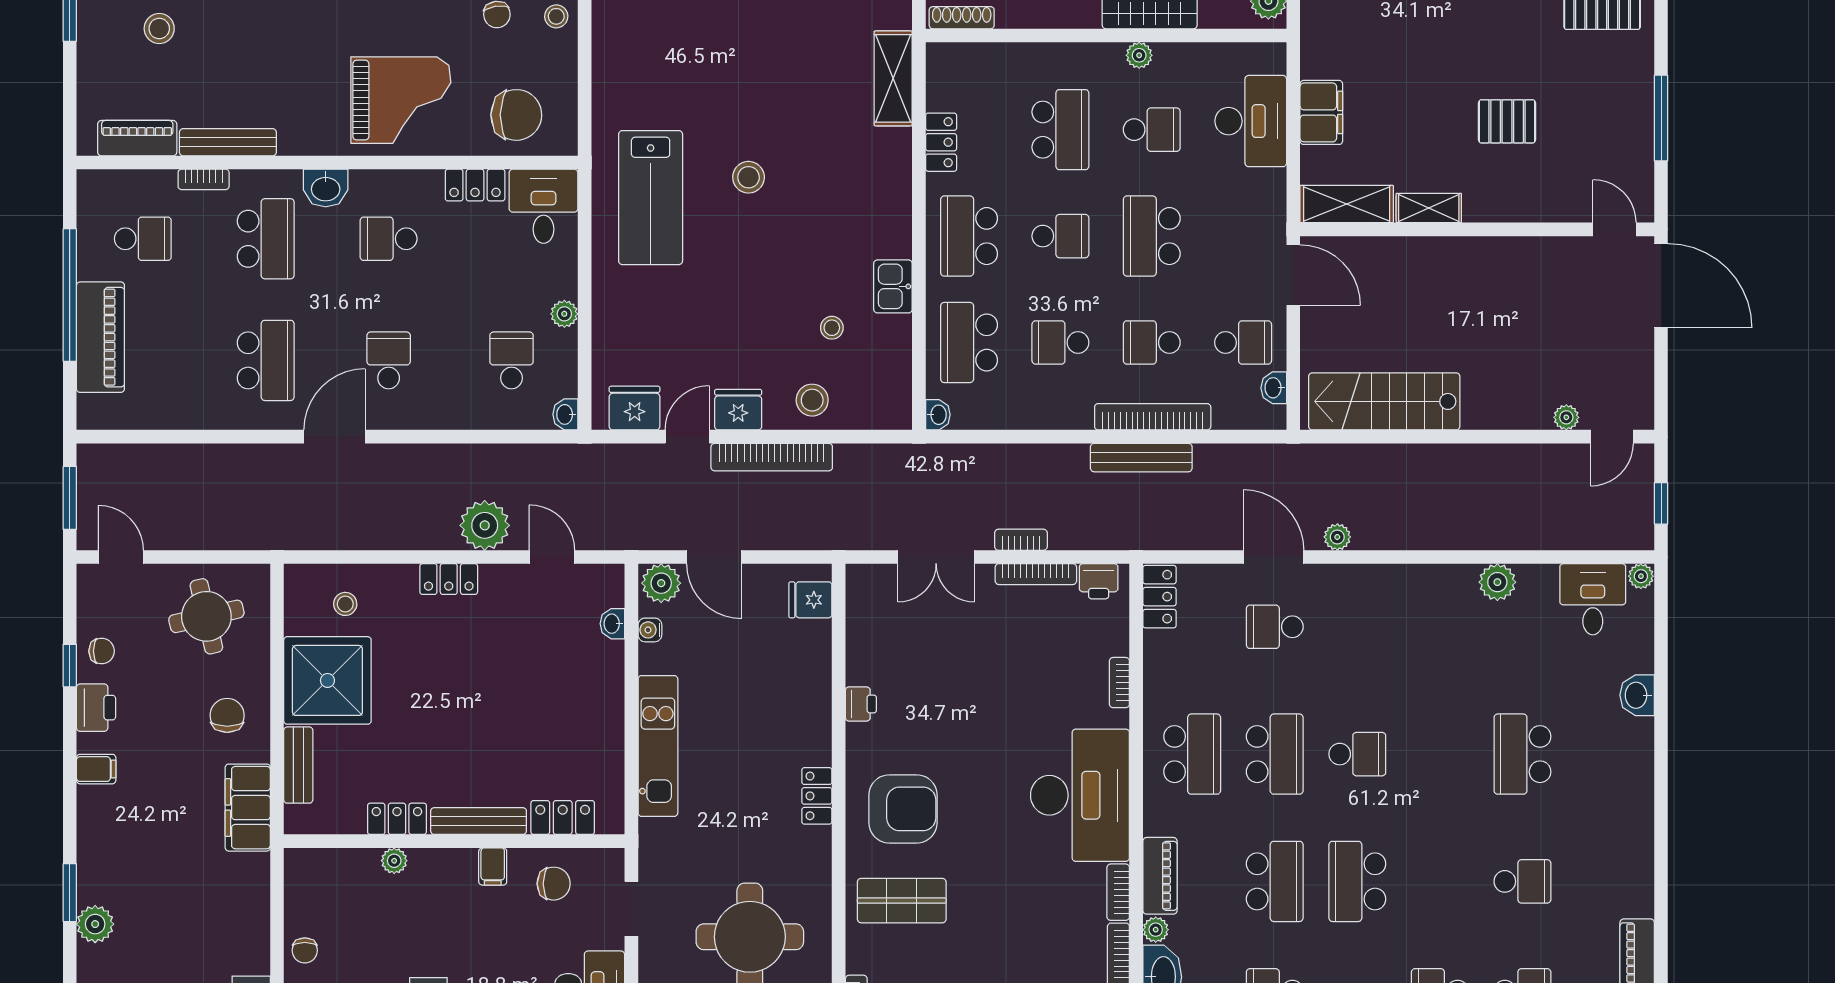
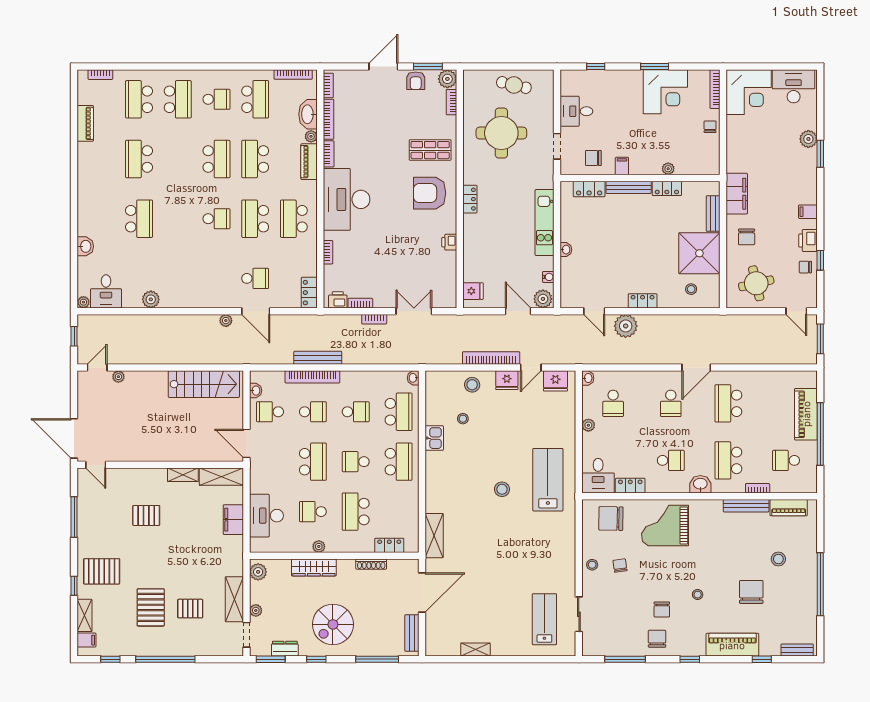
shoe rack: (962, 18) -> (371, 564), moved
locker: (941, 142) -> (389, 545), moved, turned 90
bookcase: (1036, 574) -> (360, 303), width x0.64
washbasin: (612, 624) -> (566, 250), moved
school desk: (1357, 754) -> (216, 219), turned 180
school desk: (1522, 881) -> (139, 159), width x1.85

